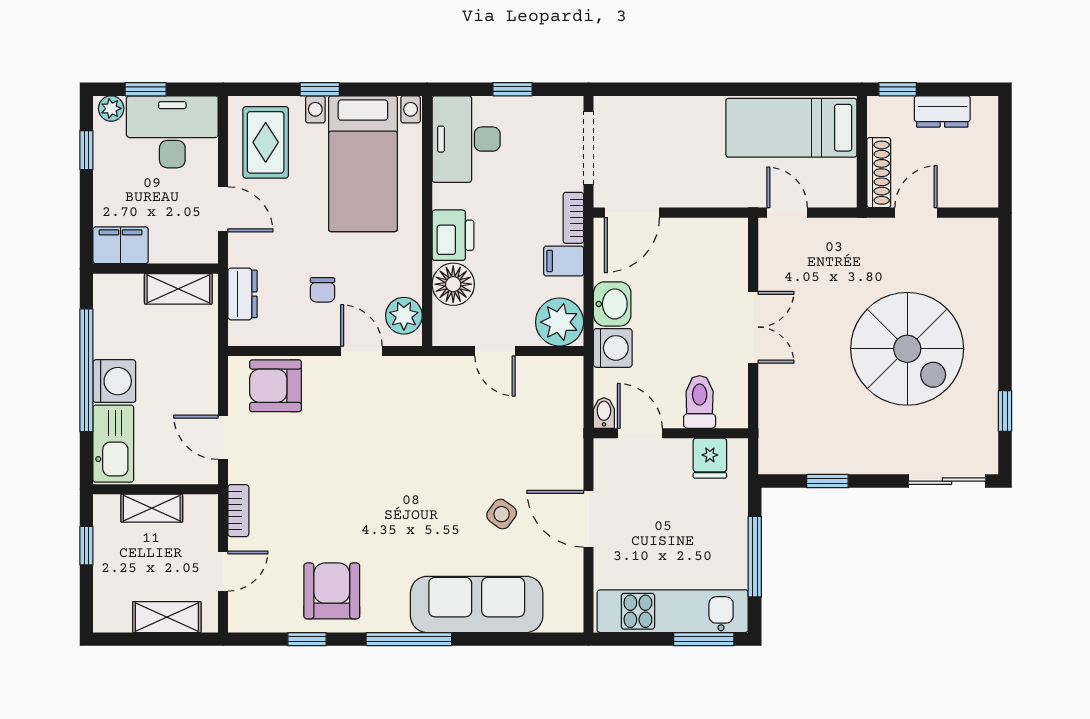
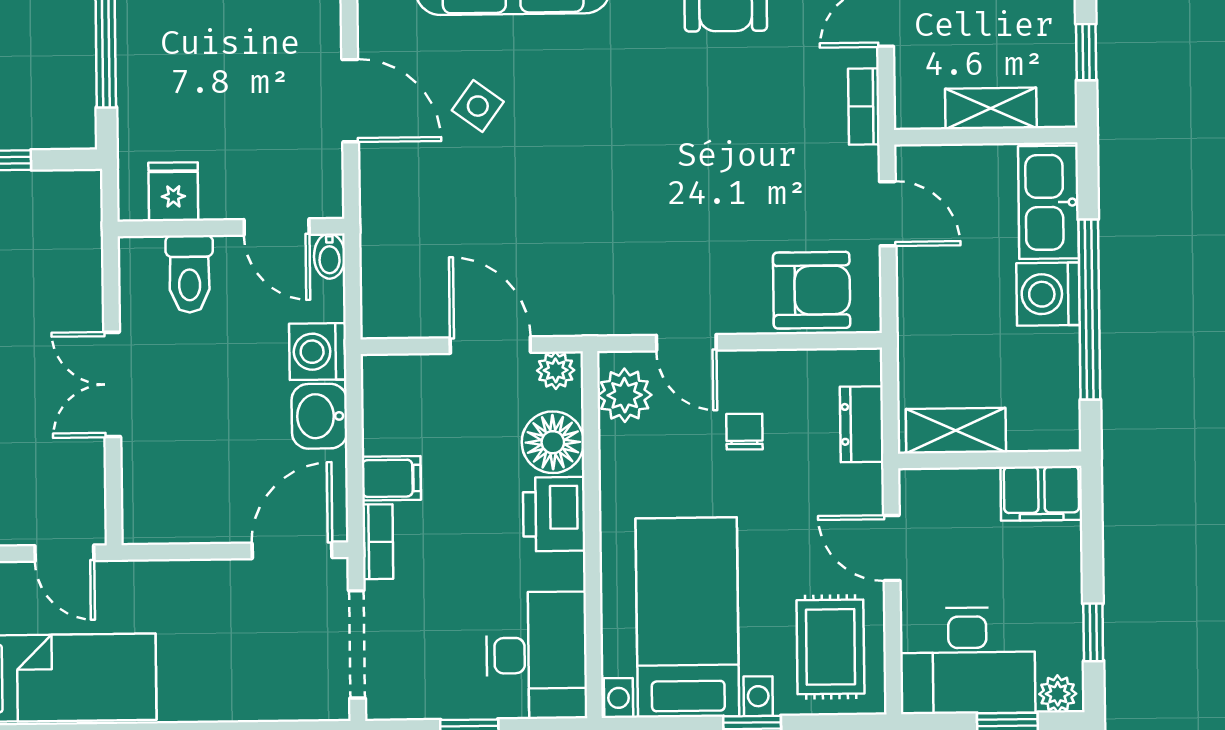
plant: (560, 322) -> (556, 370), moved, width x0.53, depth x0.53
door: (495, 351) -> (490, 345), width x1.38

